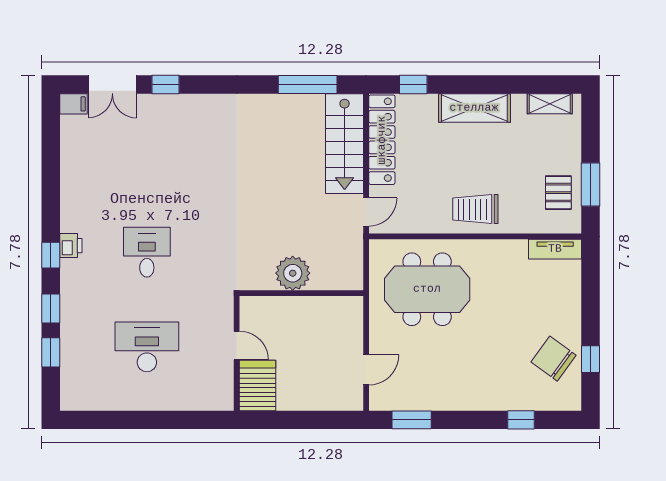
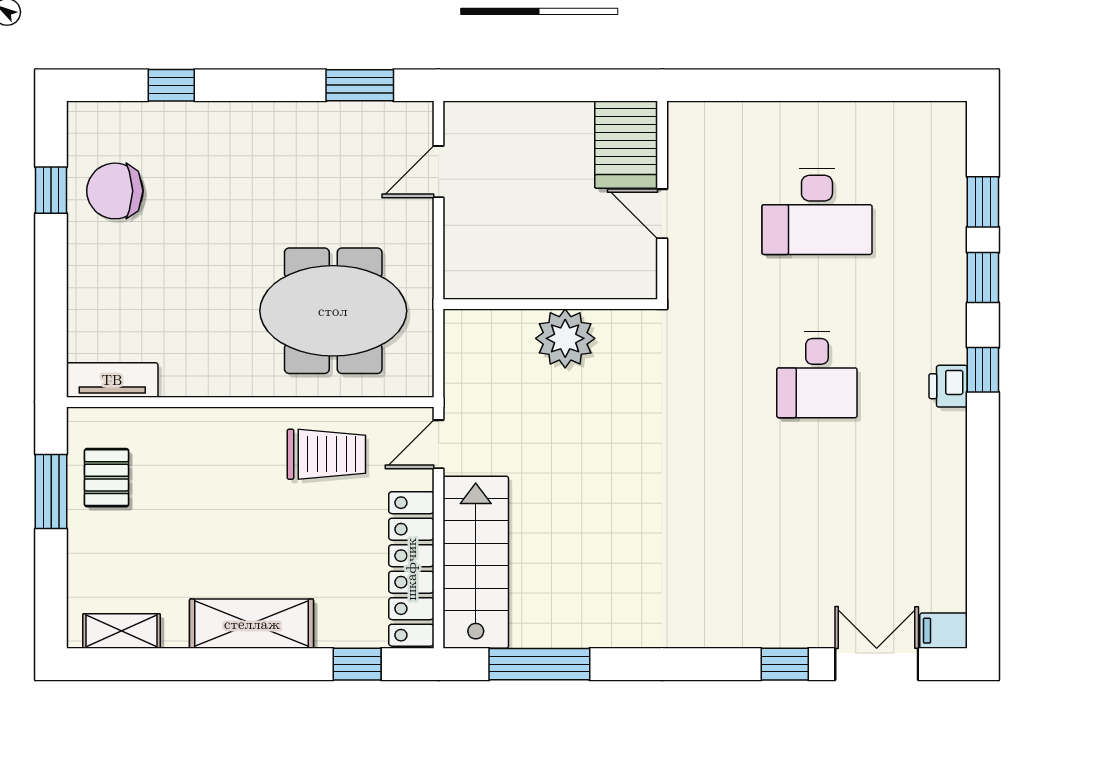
trolley: (475, 209) -> (326, 454), moved
chair: (554, 359) -> (115, 191), turned 144

